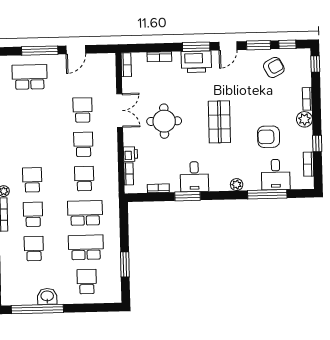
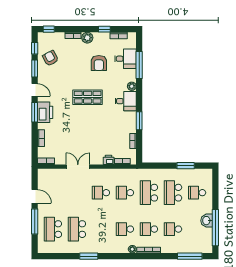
school desk: (83, 110) -> (77, 229), moved, width x1.85
round table: (164, 121) -> (86, 136), removed
desk: (194, 177) -> (126, 101), moved

